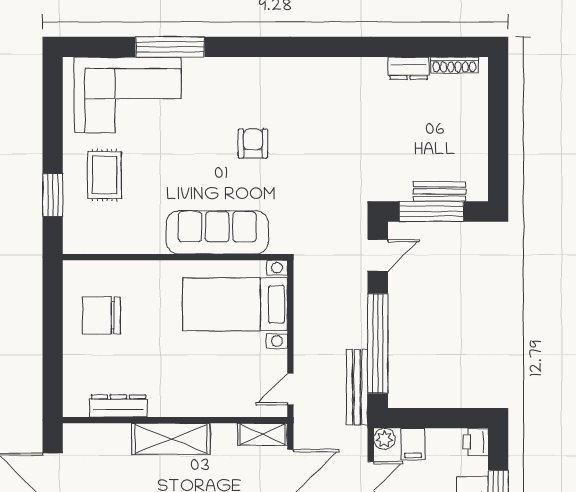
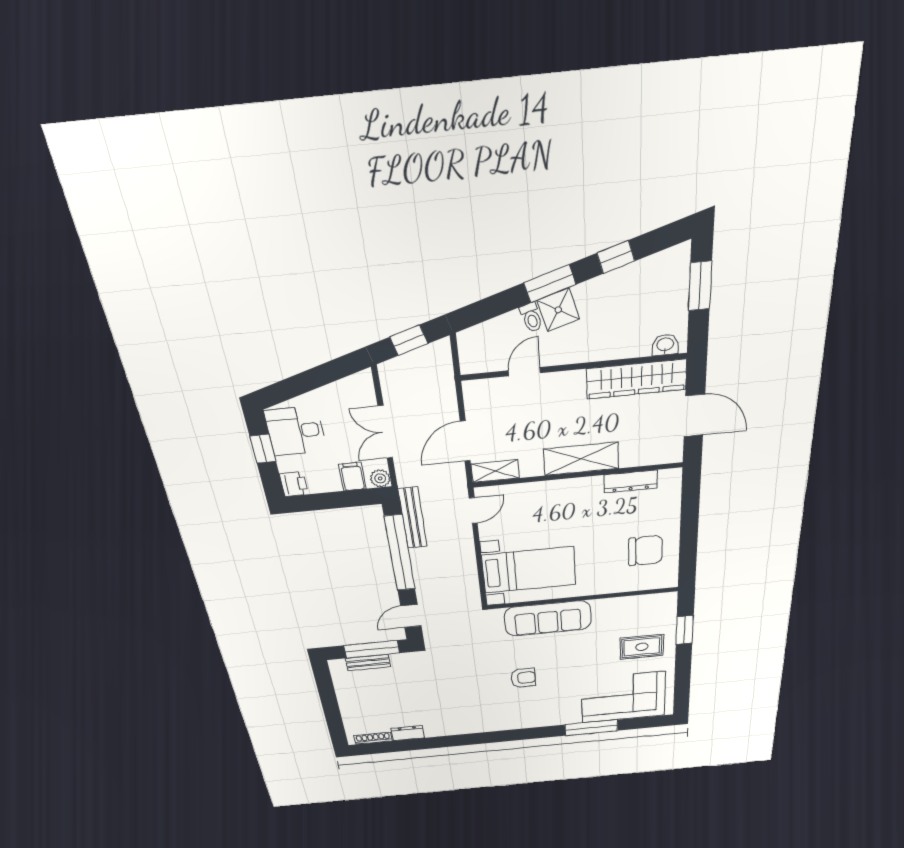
armchair: (253, 143) -> (523, 678), turned -90
rug: (104, 175) -> (642, 647), turned 90

